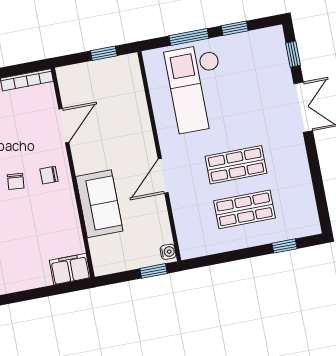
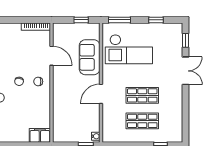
window: (189, 37) -> (120, 20), moved
checkout: (197, 88) -> (129, 49), turned -90
door: (64, 126) -> (52, 56), hinge flipped
sofa: (99, 204) -> (90, 57), moved, turned 180

